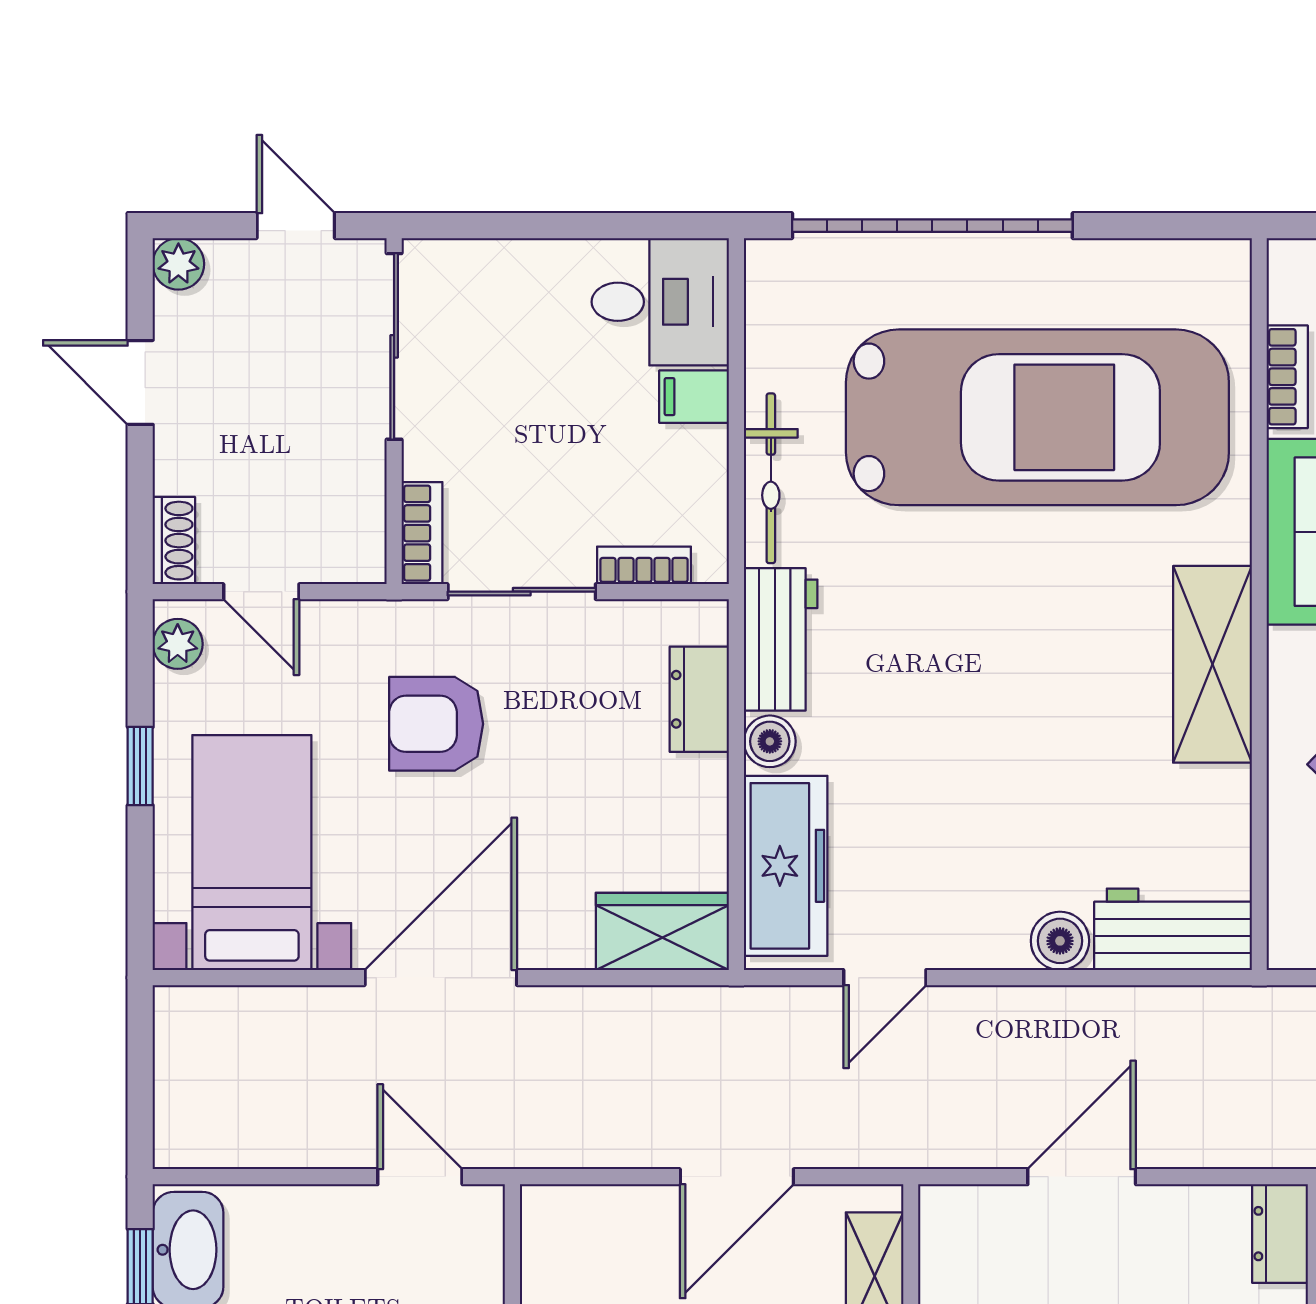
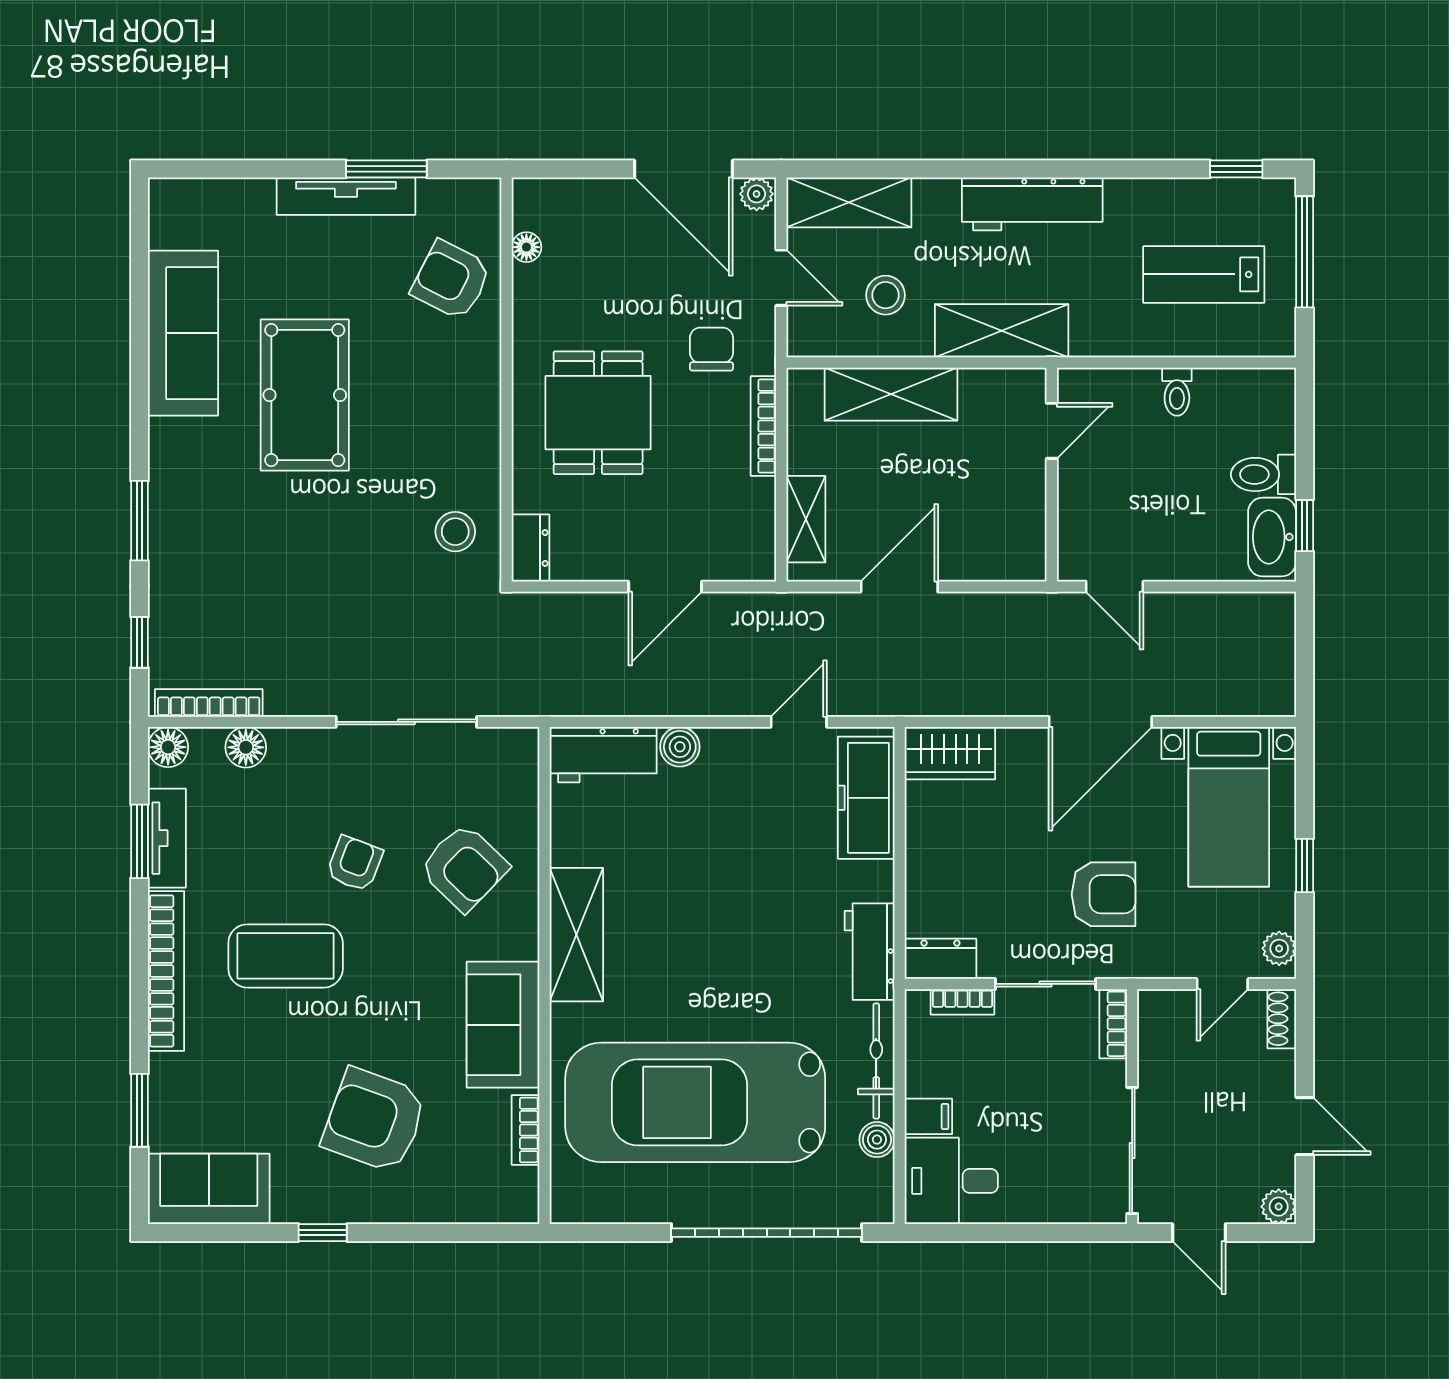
door: (261, 592) -> (1222, 984), swing flipped
dresser: (699, 699) -> (940, 959), moved, turned -90
boiler: (770, 741) -> (877, 1140), moved

